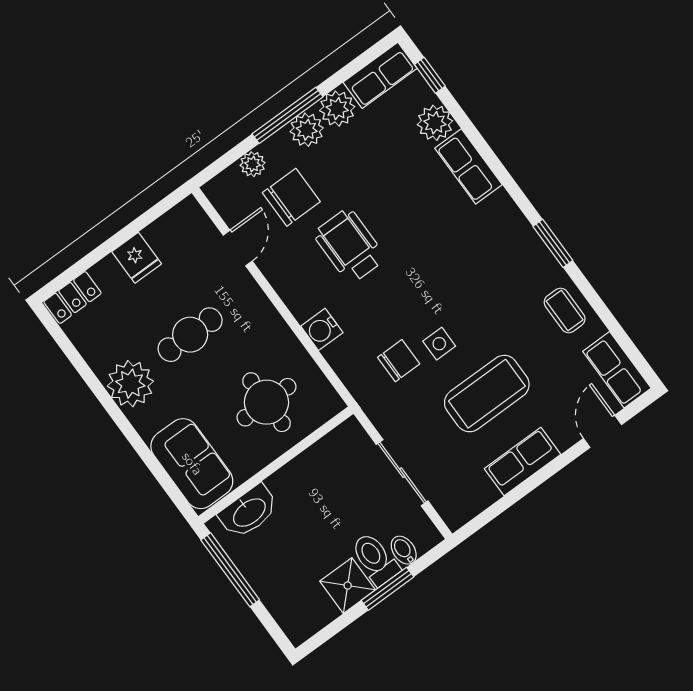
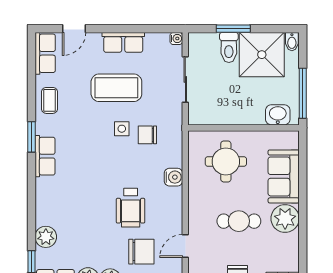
row of seats: (468, 166) -> (45, 156), moved
chair: (291, 197) -> (141, 252), turned 180
sofa: (192, 464) -> (284, 176), moved
washbasin: (249, 512) -> (278, 115), width x0.72
water cooler: (455, 519) -> (176, 38), added
bidet: (404, 550) -> (292, 42), moved
shower: (348, 586) -> (262, 55), width x1.86, depth x1.86

